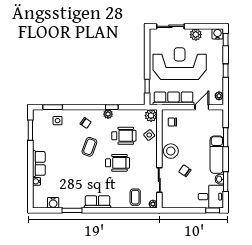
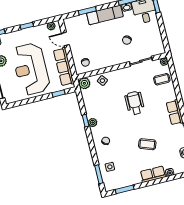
wheelchair: (124, 136) -> (109, 103), removed
coffee table: (89, 147) -> (147, 144), moved
stool: (171, 151) -> (112, 57), removed

